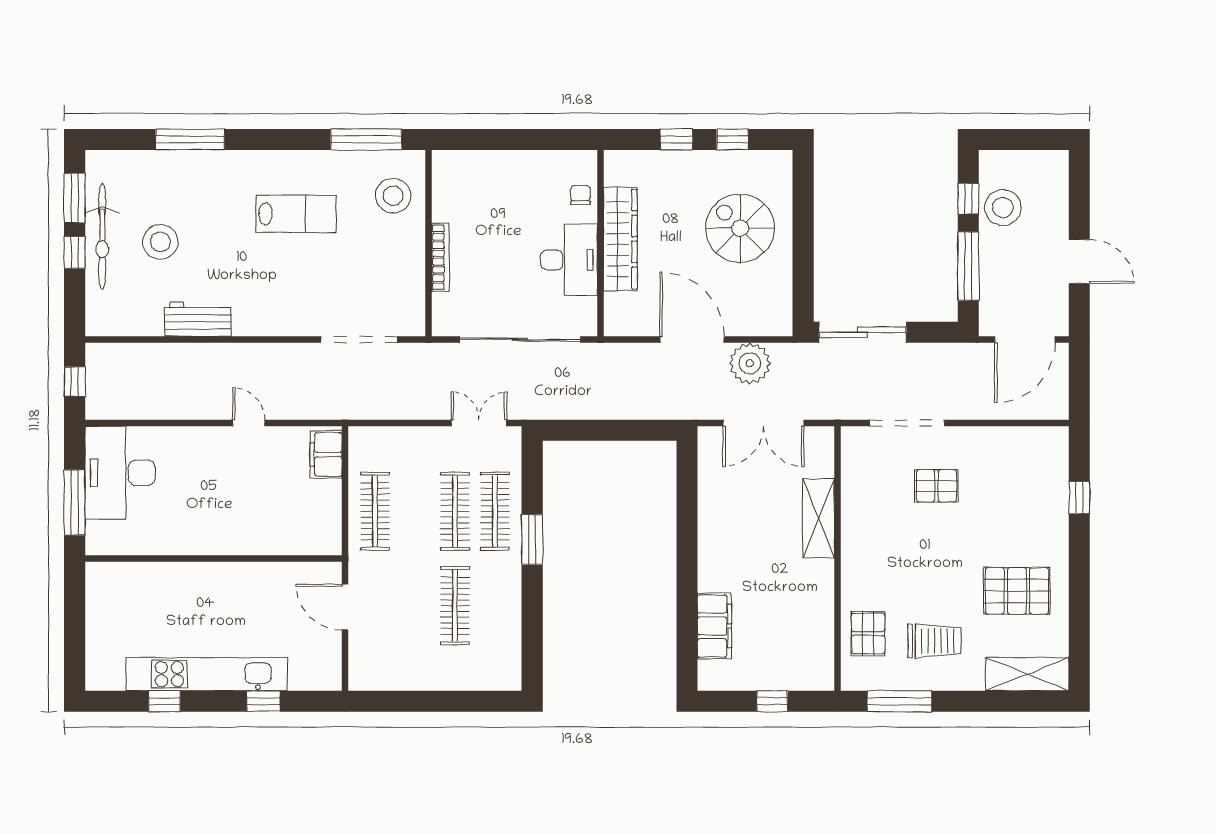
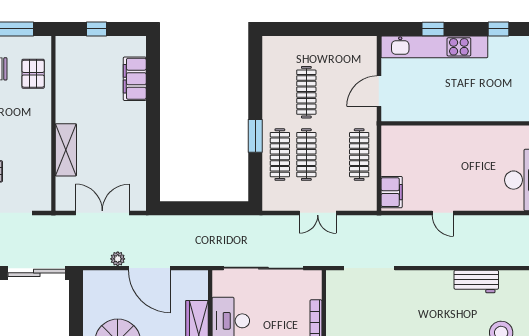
plant: (750, 363) -> (118, 259), width x0.53, depth x0.53
double door: (479, 423) -> (318, 213), moved
door: (345, 607) -> (379, 91), swing flipped
kitchen unit: (206, 674) -> (434, 47), moved

